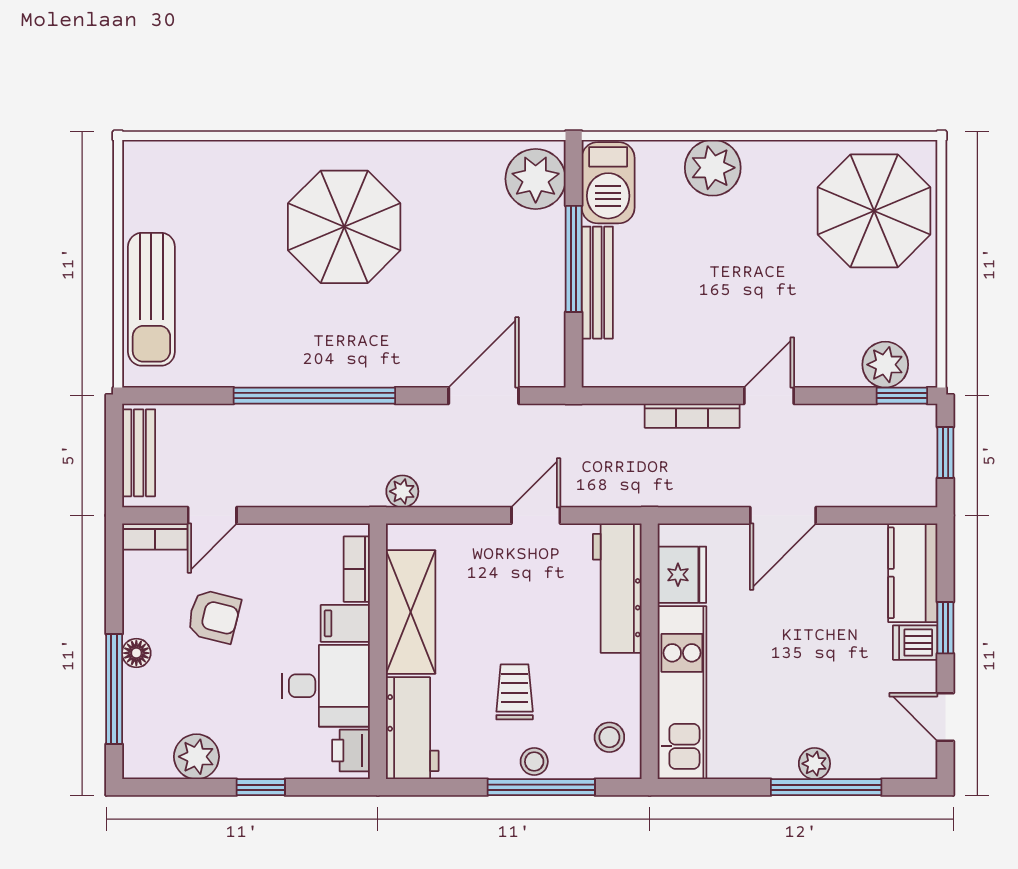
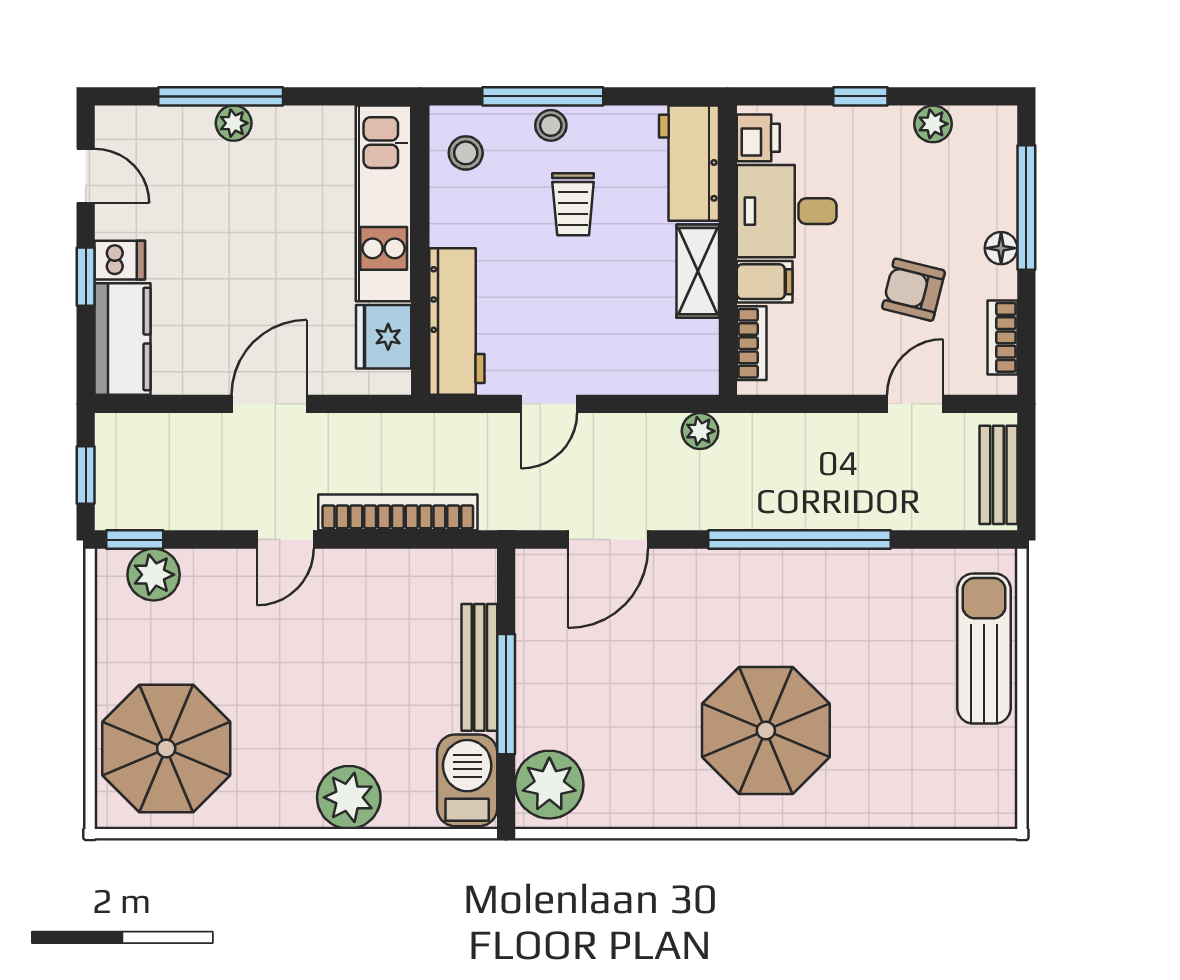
bookcase: (692, 416) -> (398, 512), width x1.48, depth x1.31
bookcase: (155, 537) -> (1002, 337), moved, turned -90
shelving: (411, 612) -> (698, 271), width x0.67, depth x0.75
plant: (196, 757) -> (933, 124), width x0.73, depth x0.73

